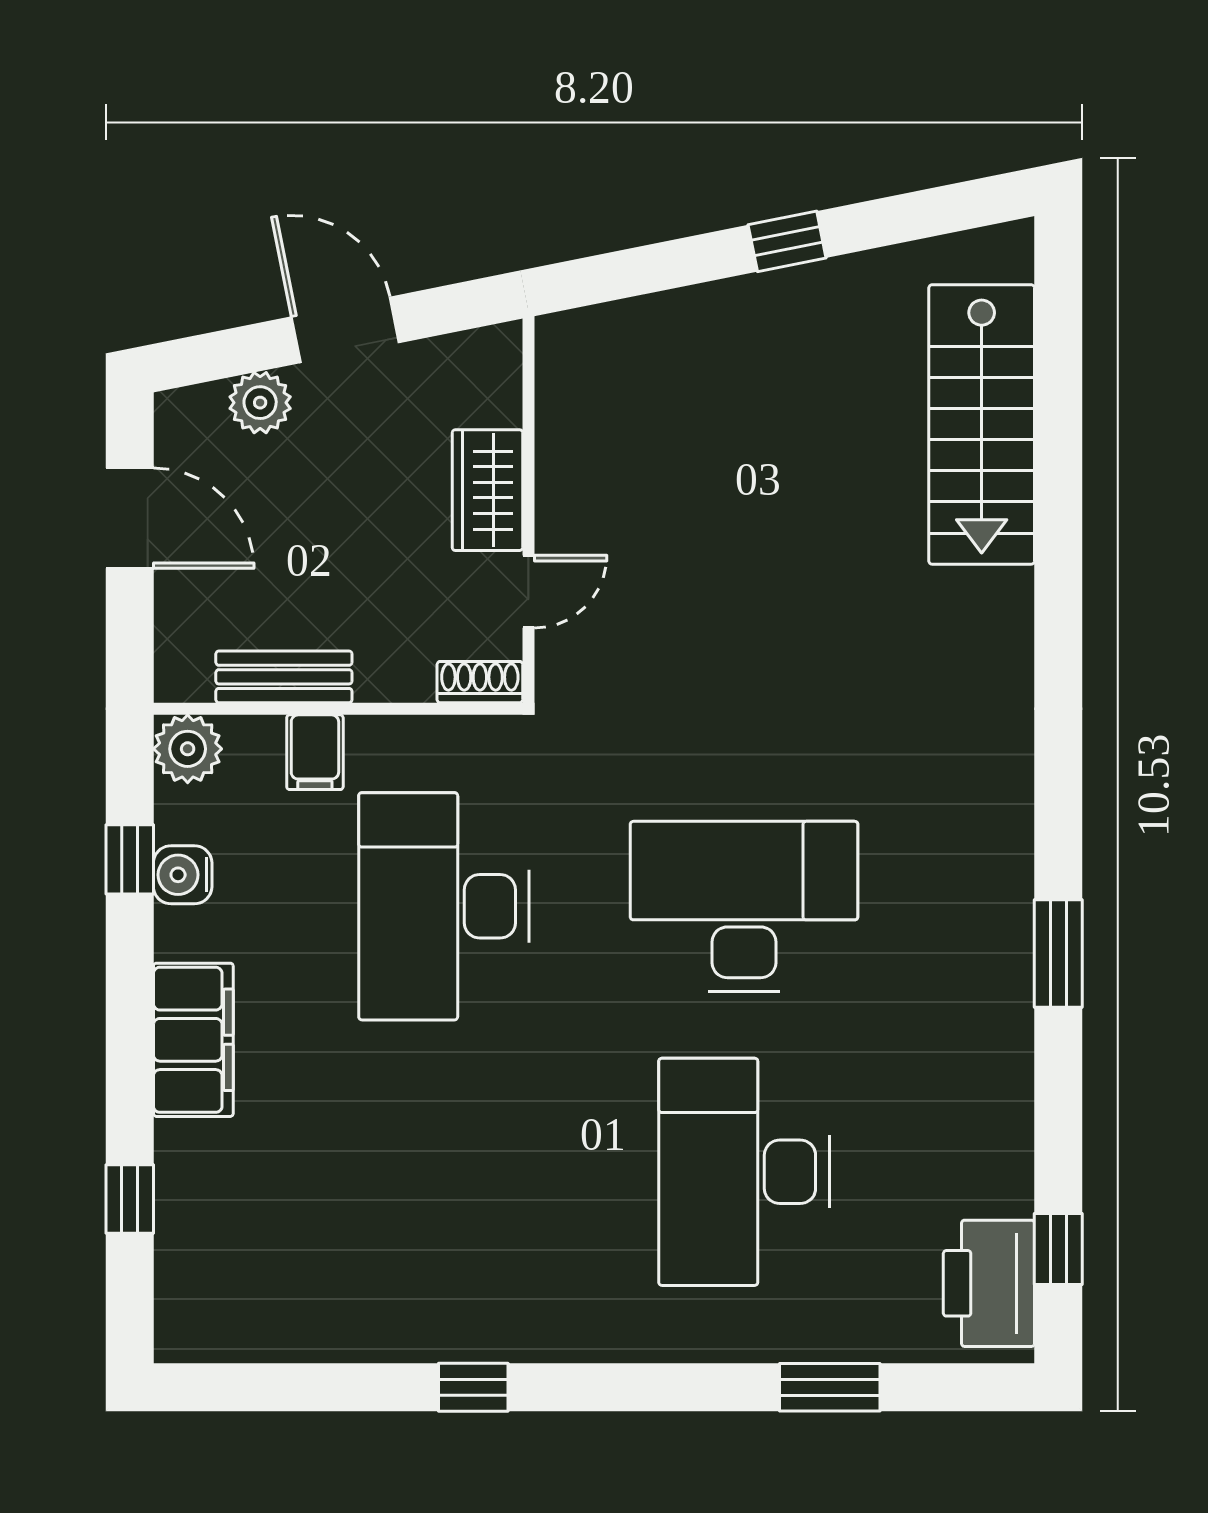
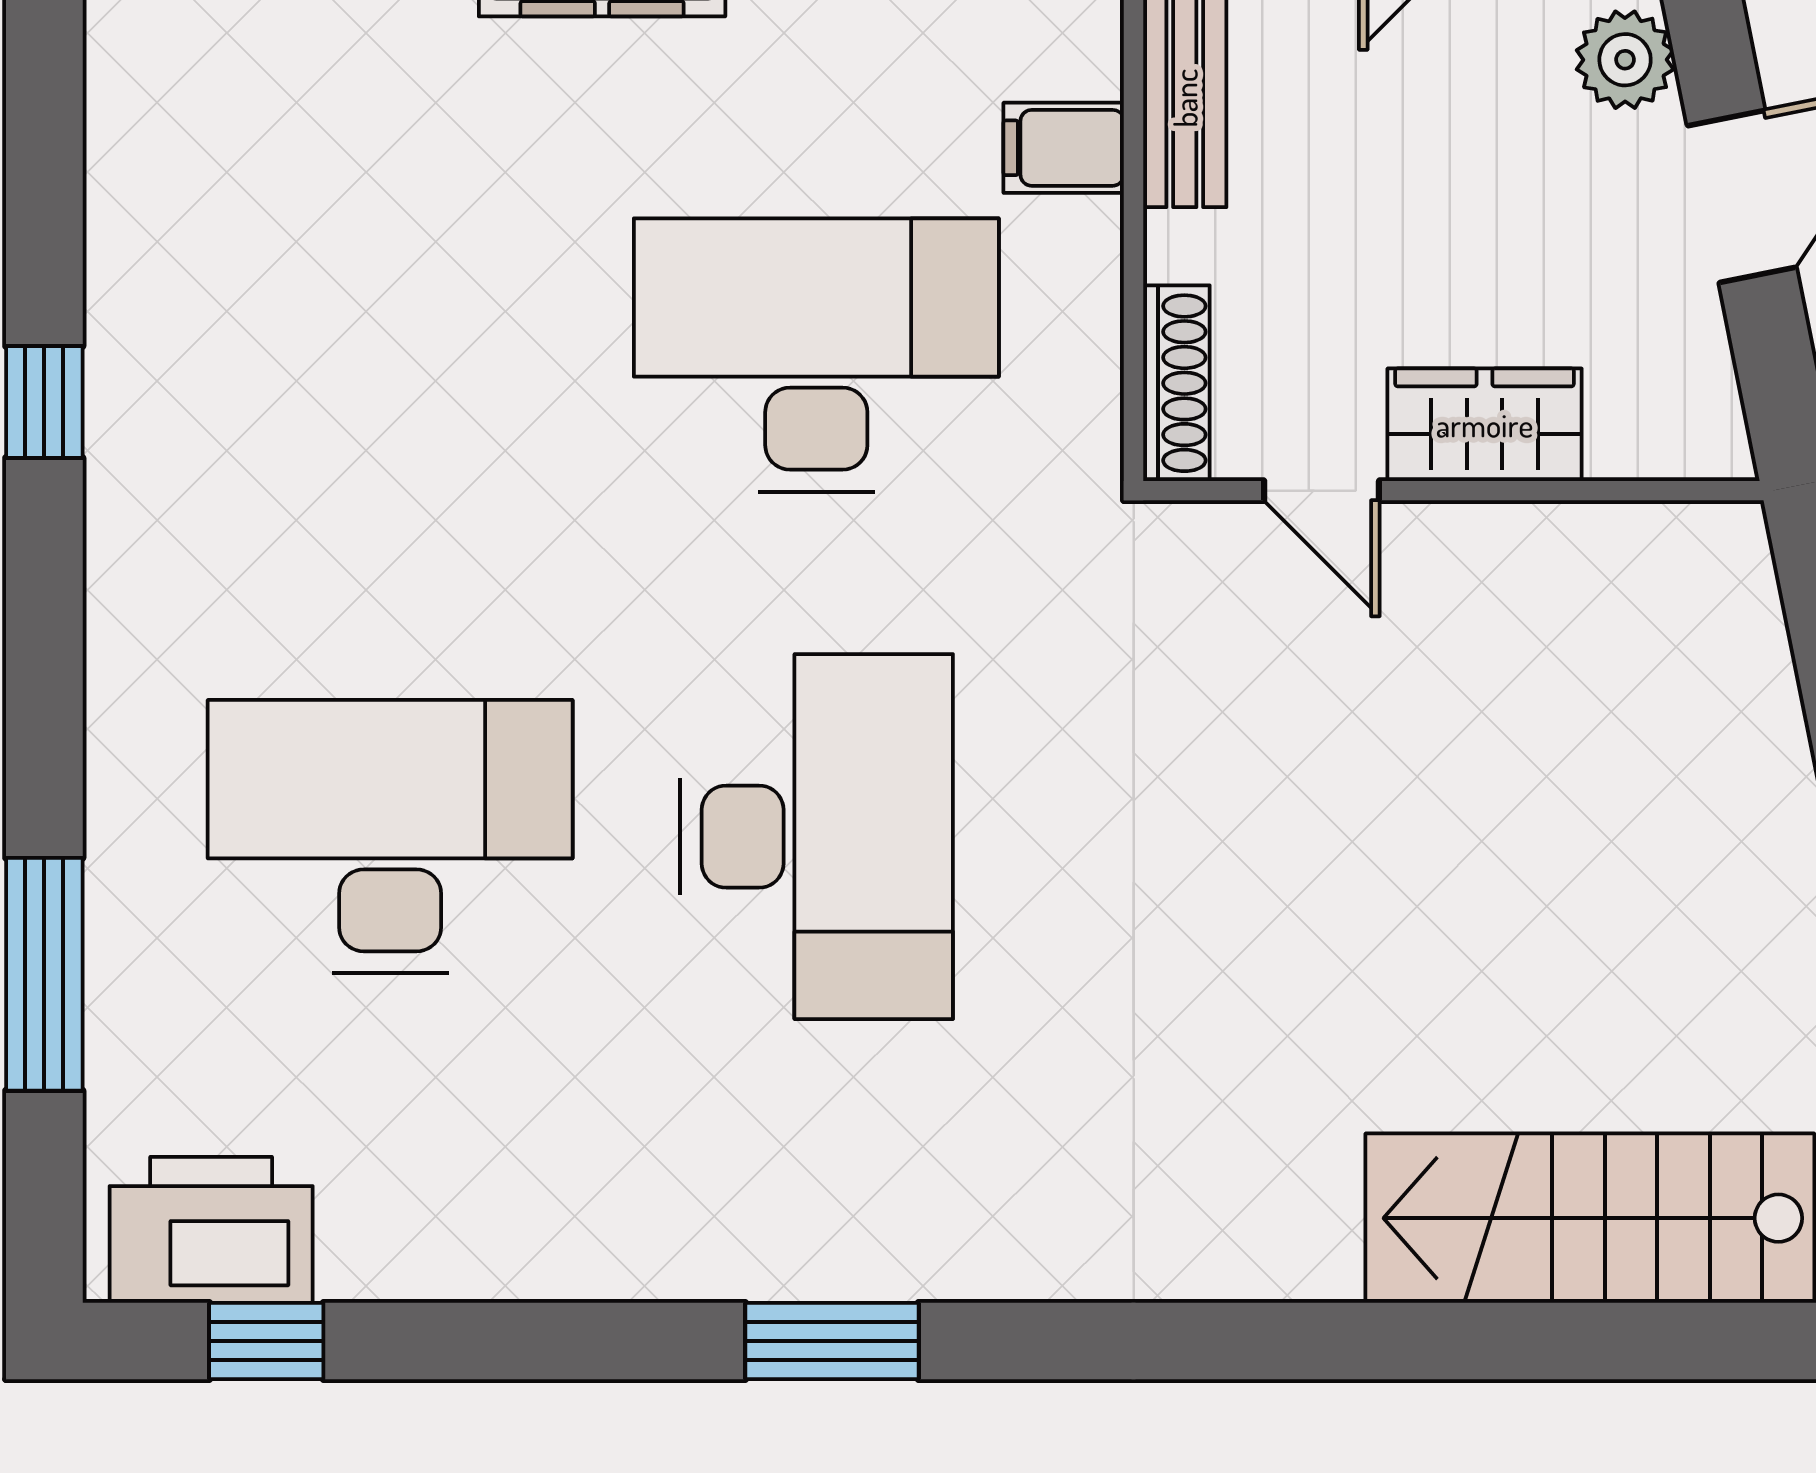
shoe rack: (480, 682) -> (1176, 383), width x1.43
window: (1058, 953) -> (832, 1341), moved
window: (830, 1387) -> (44, 974), width x1.44

